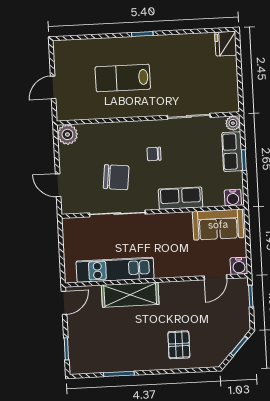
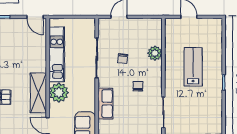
plant: (67, 134) -> (155, 53), moved
chair: (116, 177) -> (123, 59), width x0.54, depth x0.54
plant: (168, 264) -> (59, 93), added
shelving: (130, 295) -> (38, 93), moved

